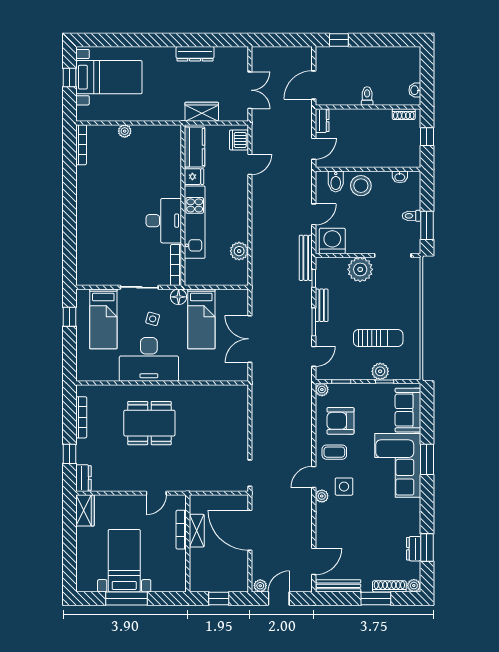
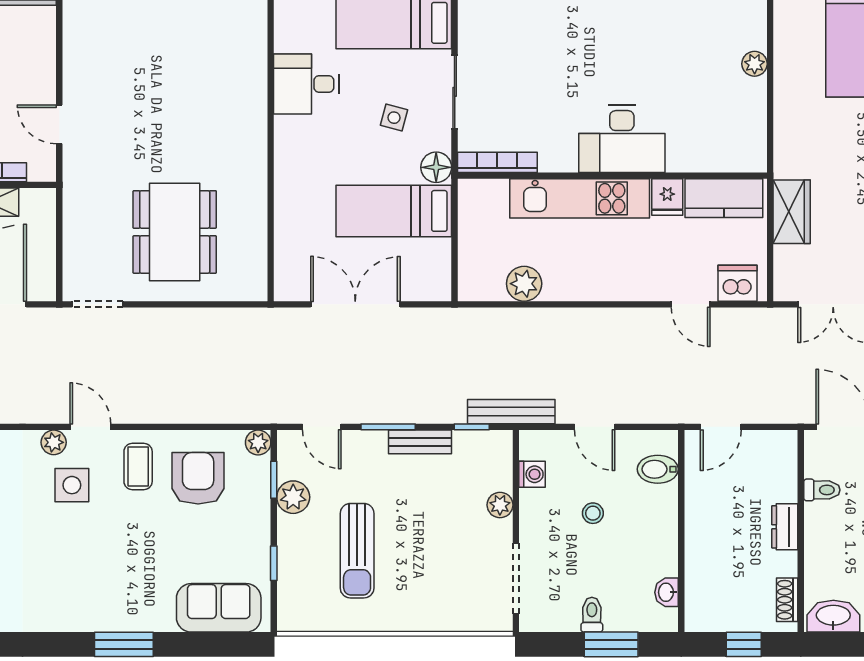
washbasin: (415, 90) -> (833, 616), width x1.91, depth x1.45
toilet: (367, 96) -> (822, 490), moved
dresser: (322, 121) -> (785, 527), moved, turned 90
door: (314, 149) -> (721, 427), hinge flipped
stool: (361, 186) -> (593, 513), moved, width x0.53, depth x0.53
desk: (164, 221) -> (622, 139), moved
window: (427, 225) -> (611, 644), moved
washing machine: (332, 241) -> (532, 474), width x0.53, depth x0.53
plant: (360, 269) -> (500, 505), width x0.53, depth x0.53
desk: (149, 359) -> (306, 84), width x0.53, depth x0.77
plant: (380, 371) -> (293, 497), moved
dining table: (149, 423) -> (175, 232), moved
corner sofa: (398, 465) -> (113, 588), removed

